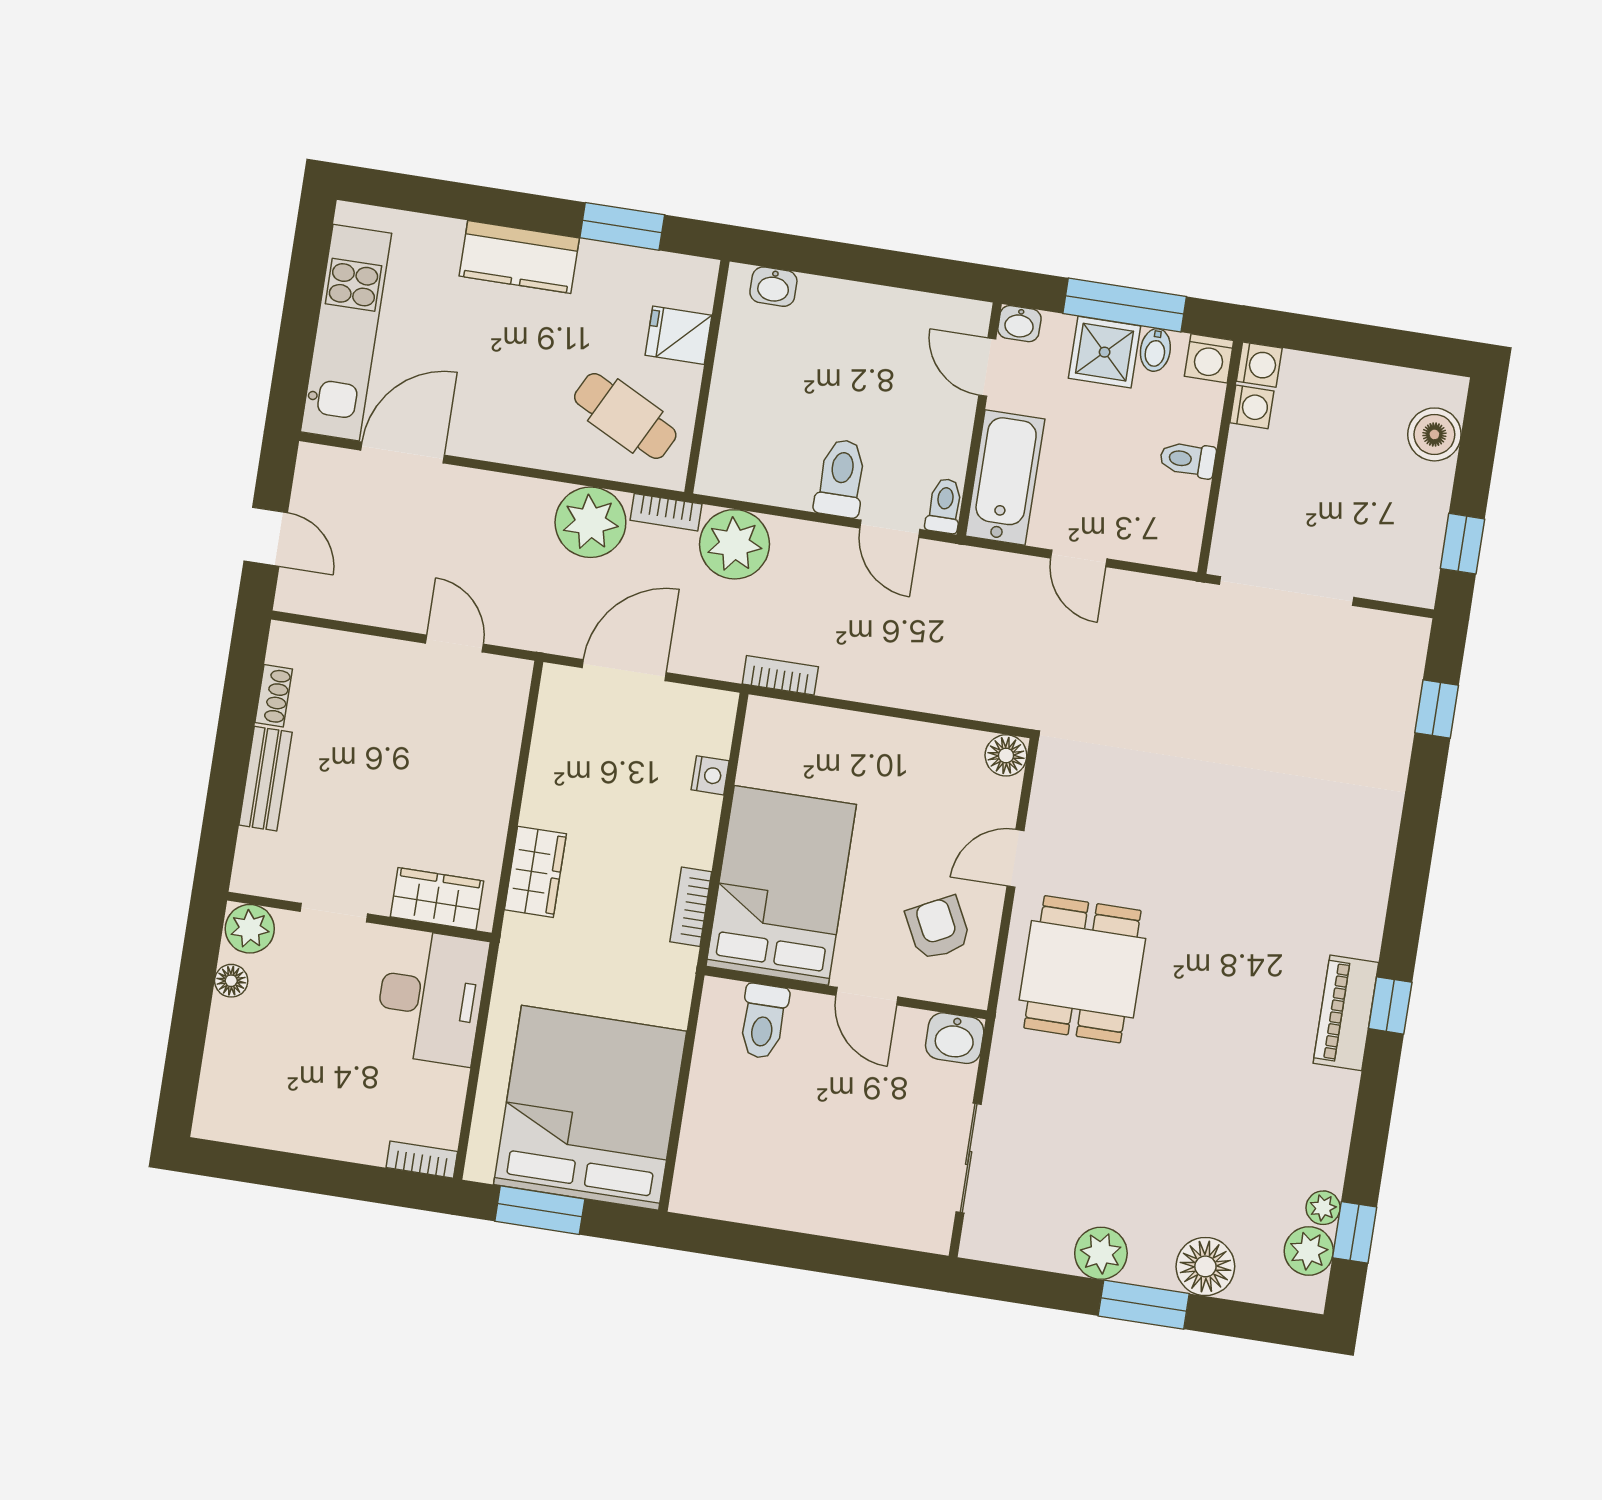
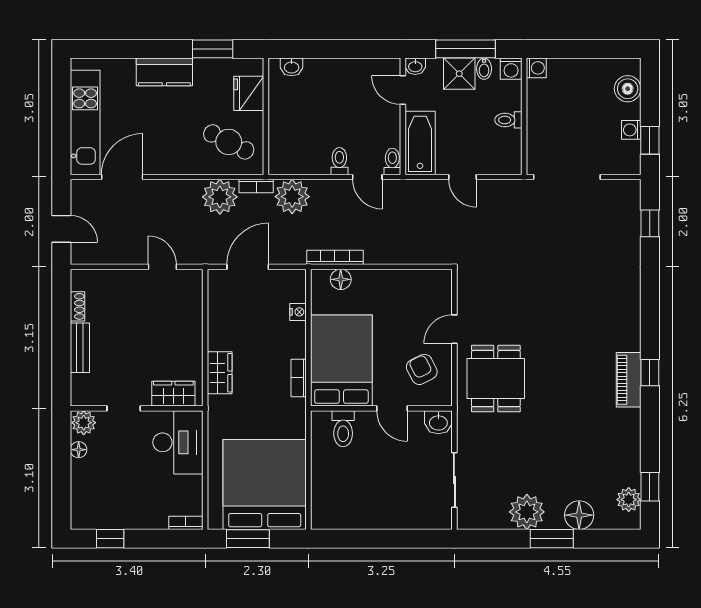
fridge: (679, 335) -> (249, 93), width x1.38
washing machine: (1252, 407) -> (631, 130), moved, turned 180
toilet: (841, 478) -> (339, 161), width x0.73, depth x0.72
bookcase: (780, 675) -> (335, 257), width x1.56
floor lamp: (1006, 755) -> (341, 279), moved
window: (266, 1167) -> (110, 539), added
plant: (1323, 1208) -> (632, 477), removed
plant: (1101, 1253) -> (527, 512), width x1.36, depth x1.36

